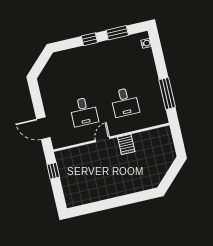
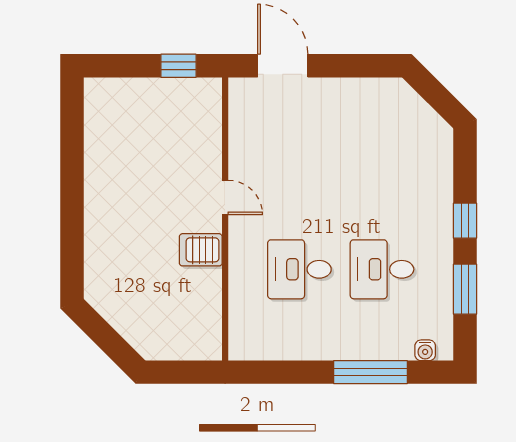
window: (167, 94) -> (371, 372), moved
desk: (84, 112) -> (382, 269), moved
door: (43, 128) -> (283, 66), hinge flipped

